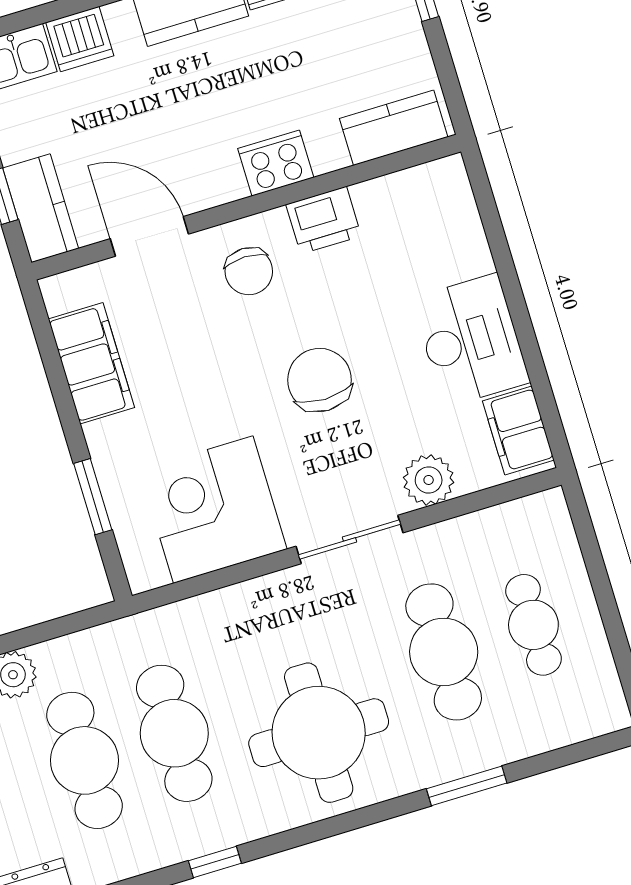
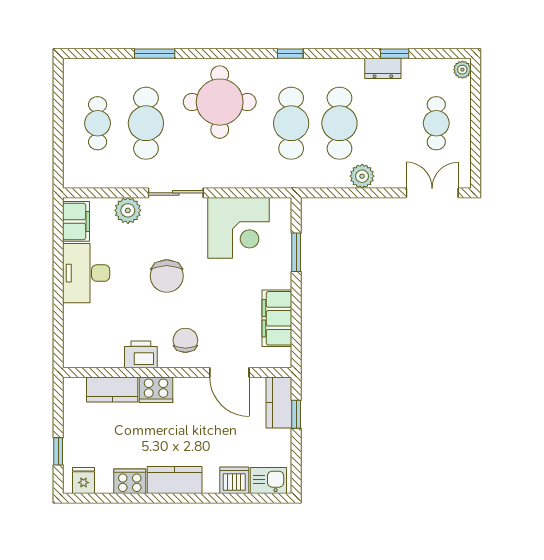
kitchen counter: (394, 128) -> (112, 390), moved

